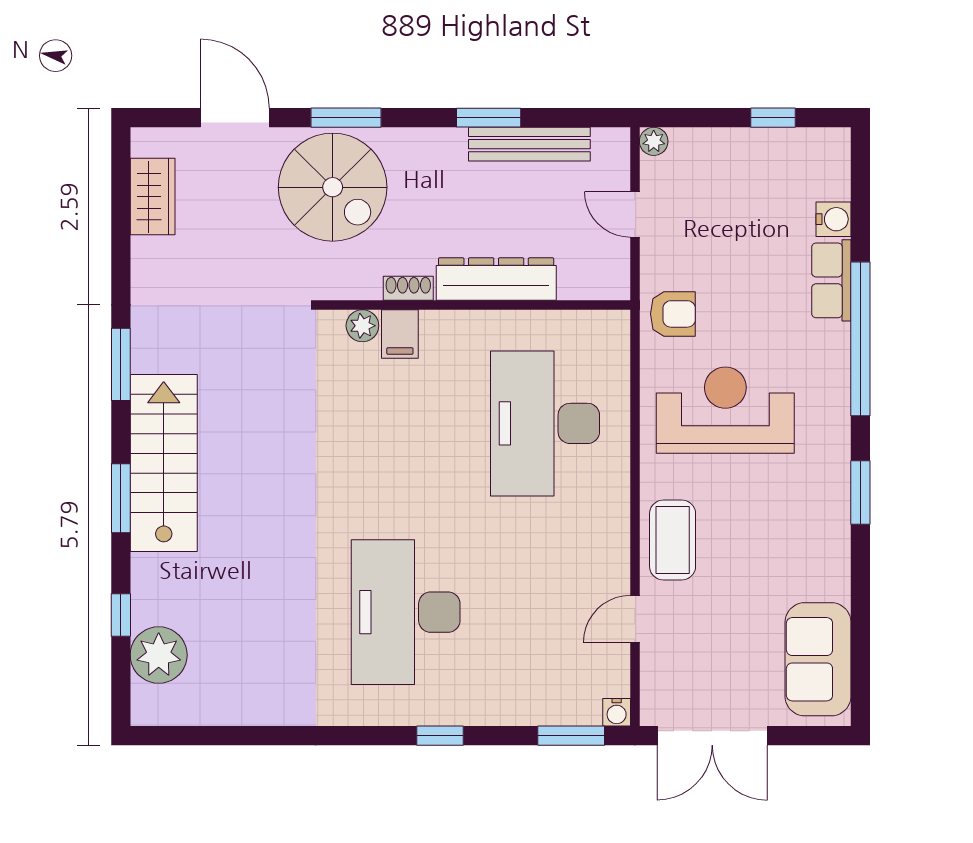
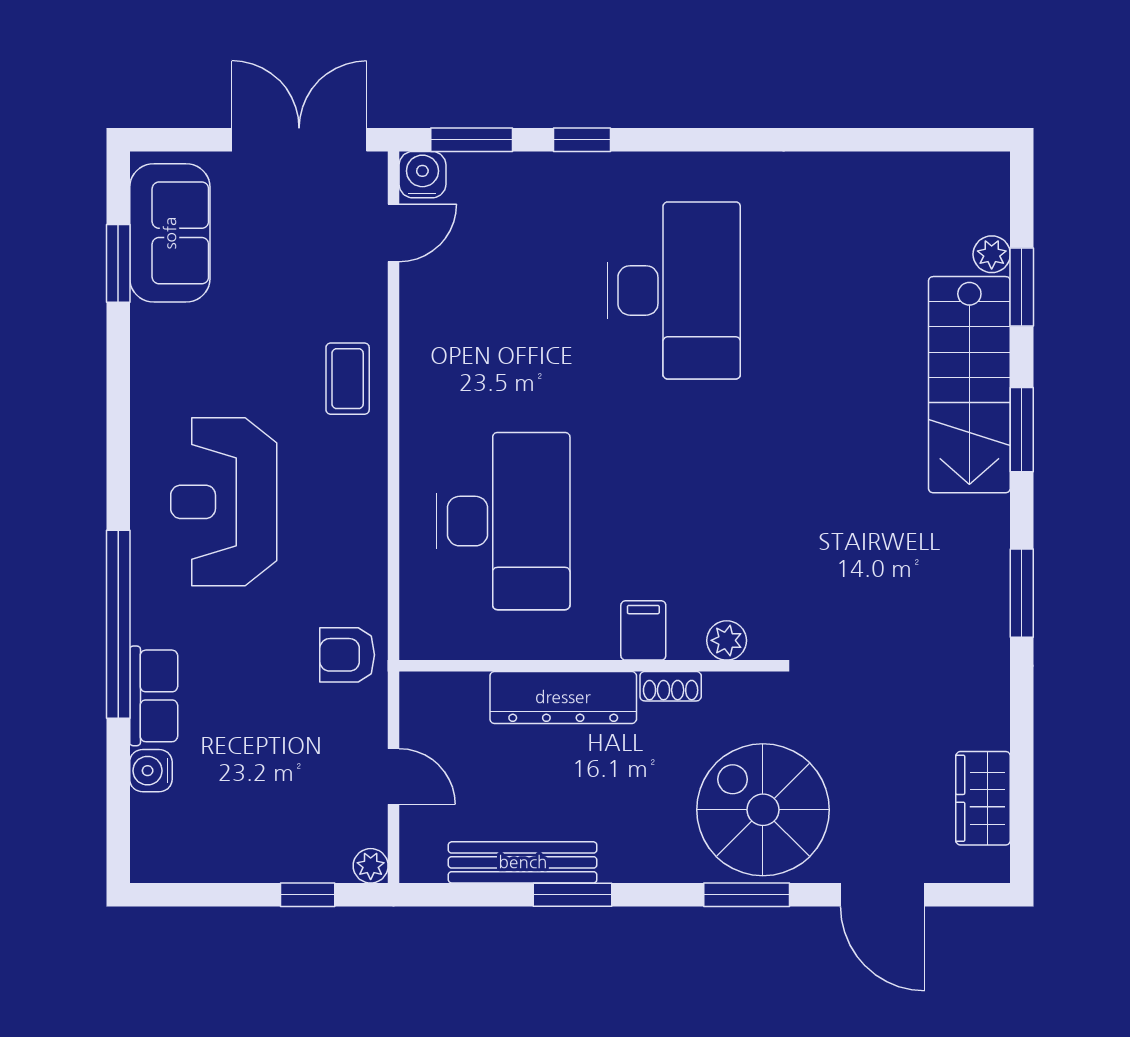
window: (773, 118) -> (308, 895), moved
filing cabinet: (400, 334) -> (643, 630), moved
reception desk: (725, 410) -> (224, 502), moved, turned 90
stairs: (164, 463) -> (969, 385), moved
window: (860, 493) -> (118, 263), moved
coffee table: (673, 540) -> (348, 379), width x0.73, depth x0.77
window: (121, 615) -> (1022, 287), width x1.50
door: (635, 619) -> (394, 233), moved
plant: (159, 655) -> (992, 254), width x0.53, depth x0.53
water cooler: (617, 712) -> (422, 175), width x1.38, depth x1.38
window: (440, 736) -> (582, 140), moved

